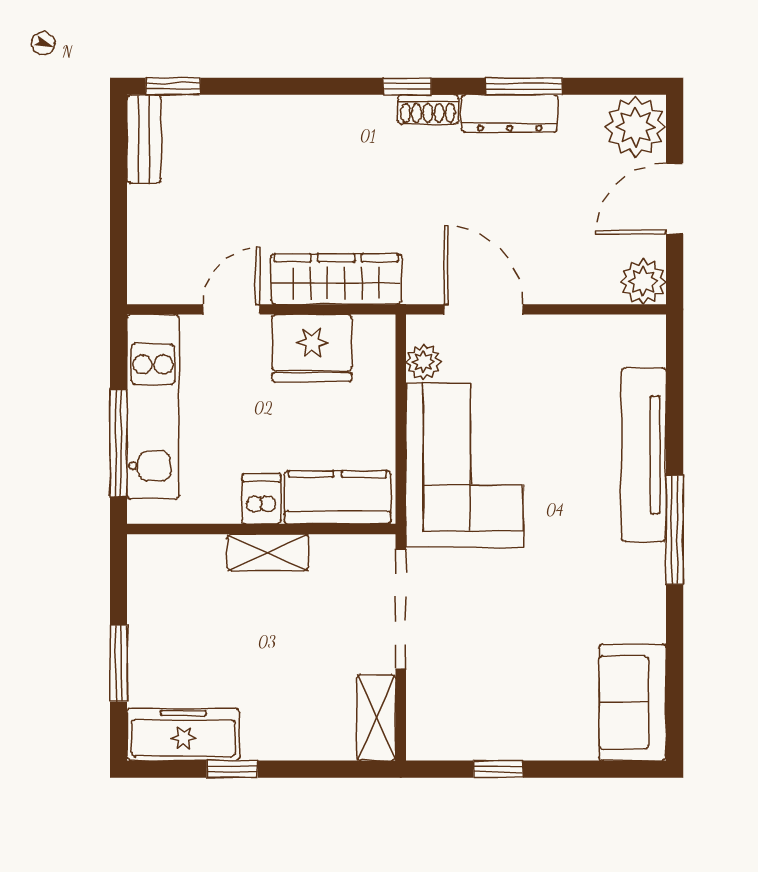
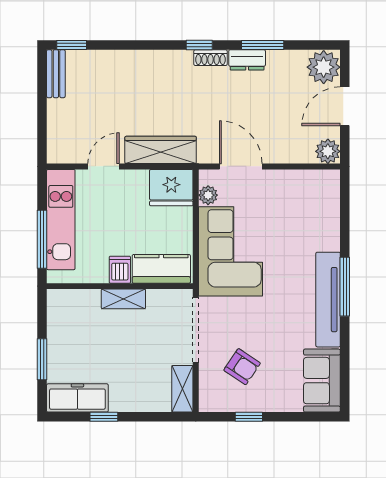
dresser: (510, 113) -> (247, 60), width x0.70
fridge: (312, 348) -> (171, 188), moved
tv unit: (644, 455) -> (328, 300), moved
armchair: (486, 677) -> (242, 367), added

